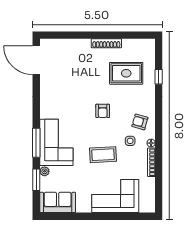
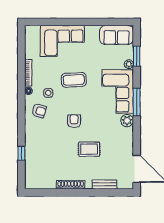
bench: (70, 44) -> (105, 184), added
rug: (126, 73) -> (89, 149), moved, width x0.73, depth x0.70
plant: (46, 111) -> (127, 121), added
window: (36, 143) -> (137, 102), moved

